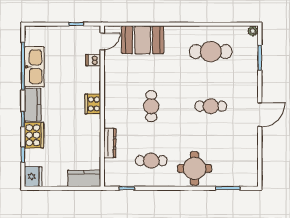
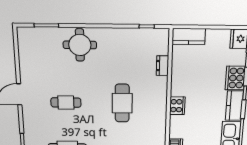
cafe table: (151, 106) -> (122, 103), width x1.37, depth x1.35
dresser: (110, 143) -> (162, 66), width x0.70
cafe table: (151, 161) -> (122, 53), removed

